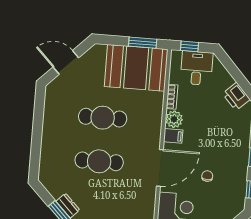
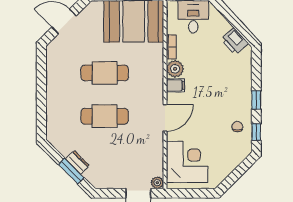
door: (160, 168) -> (165, 118), width x0.73
chair: (207, 176) -> (237, 127), moved

